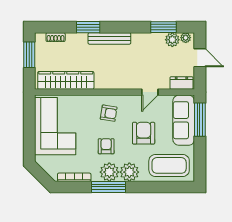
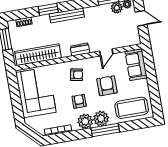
dresser: (181, 83) -> (80, 49), moved
sofa: (184, 120) -> (136, 65), width x0.73
window: (200, 120) -> (150, 67), removed
window: (109, 187) -> (105, 130), moved

